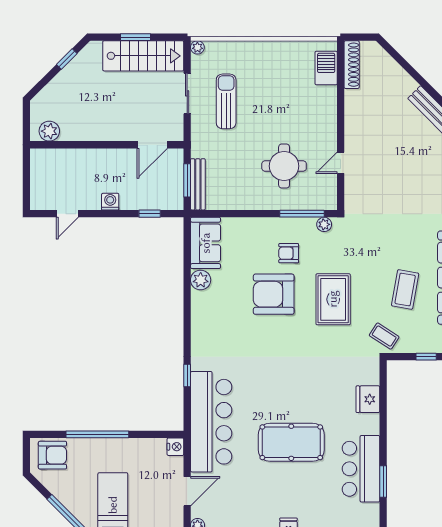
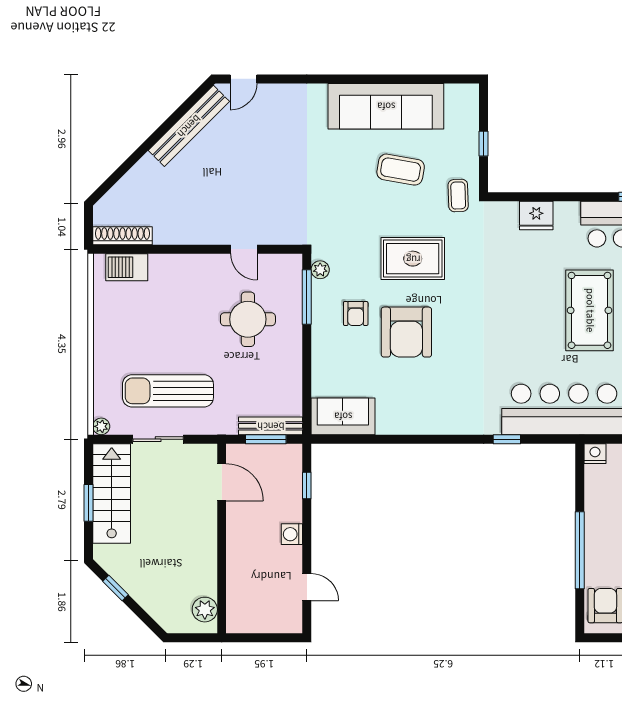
sun lounger: (226, 101) -> (168, 391), width x1.36, depth x1.34
plant: (201, 280) -> (389, 422), removed
coffee table: (384, 336) -> (458, 195), turned -35

